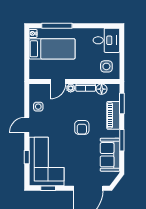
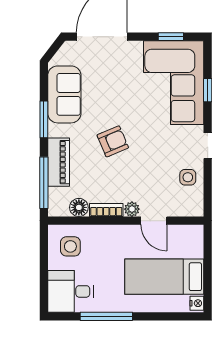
window: (57, 26) -> (106, 316), moved
door: (58, 81) -> (154, 221), swing flipped
window: (122, 103) -> (44, 183), width x1.44
armchair: (82, 127) -> (113, 141), turned 67

